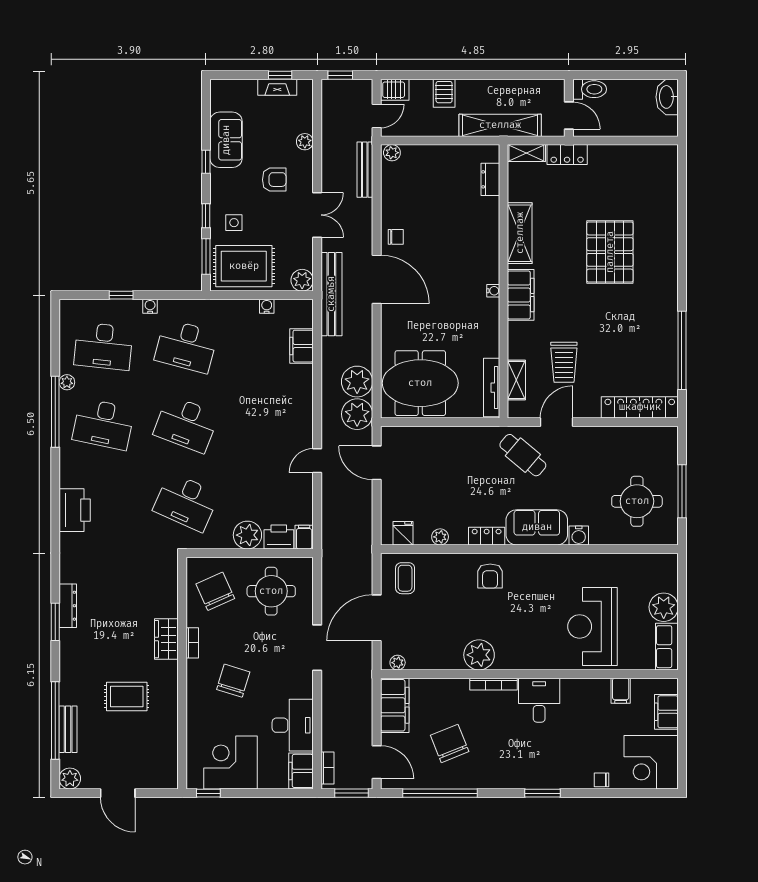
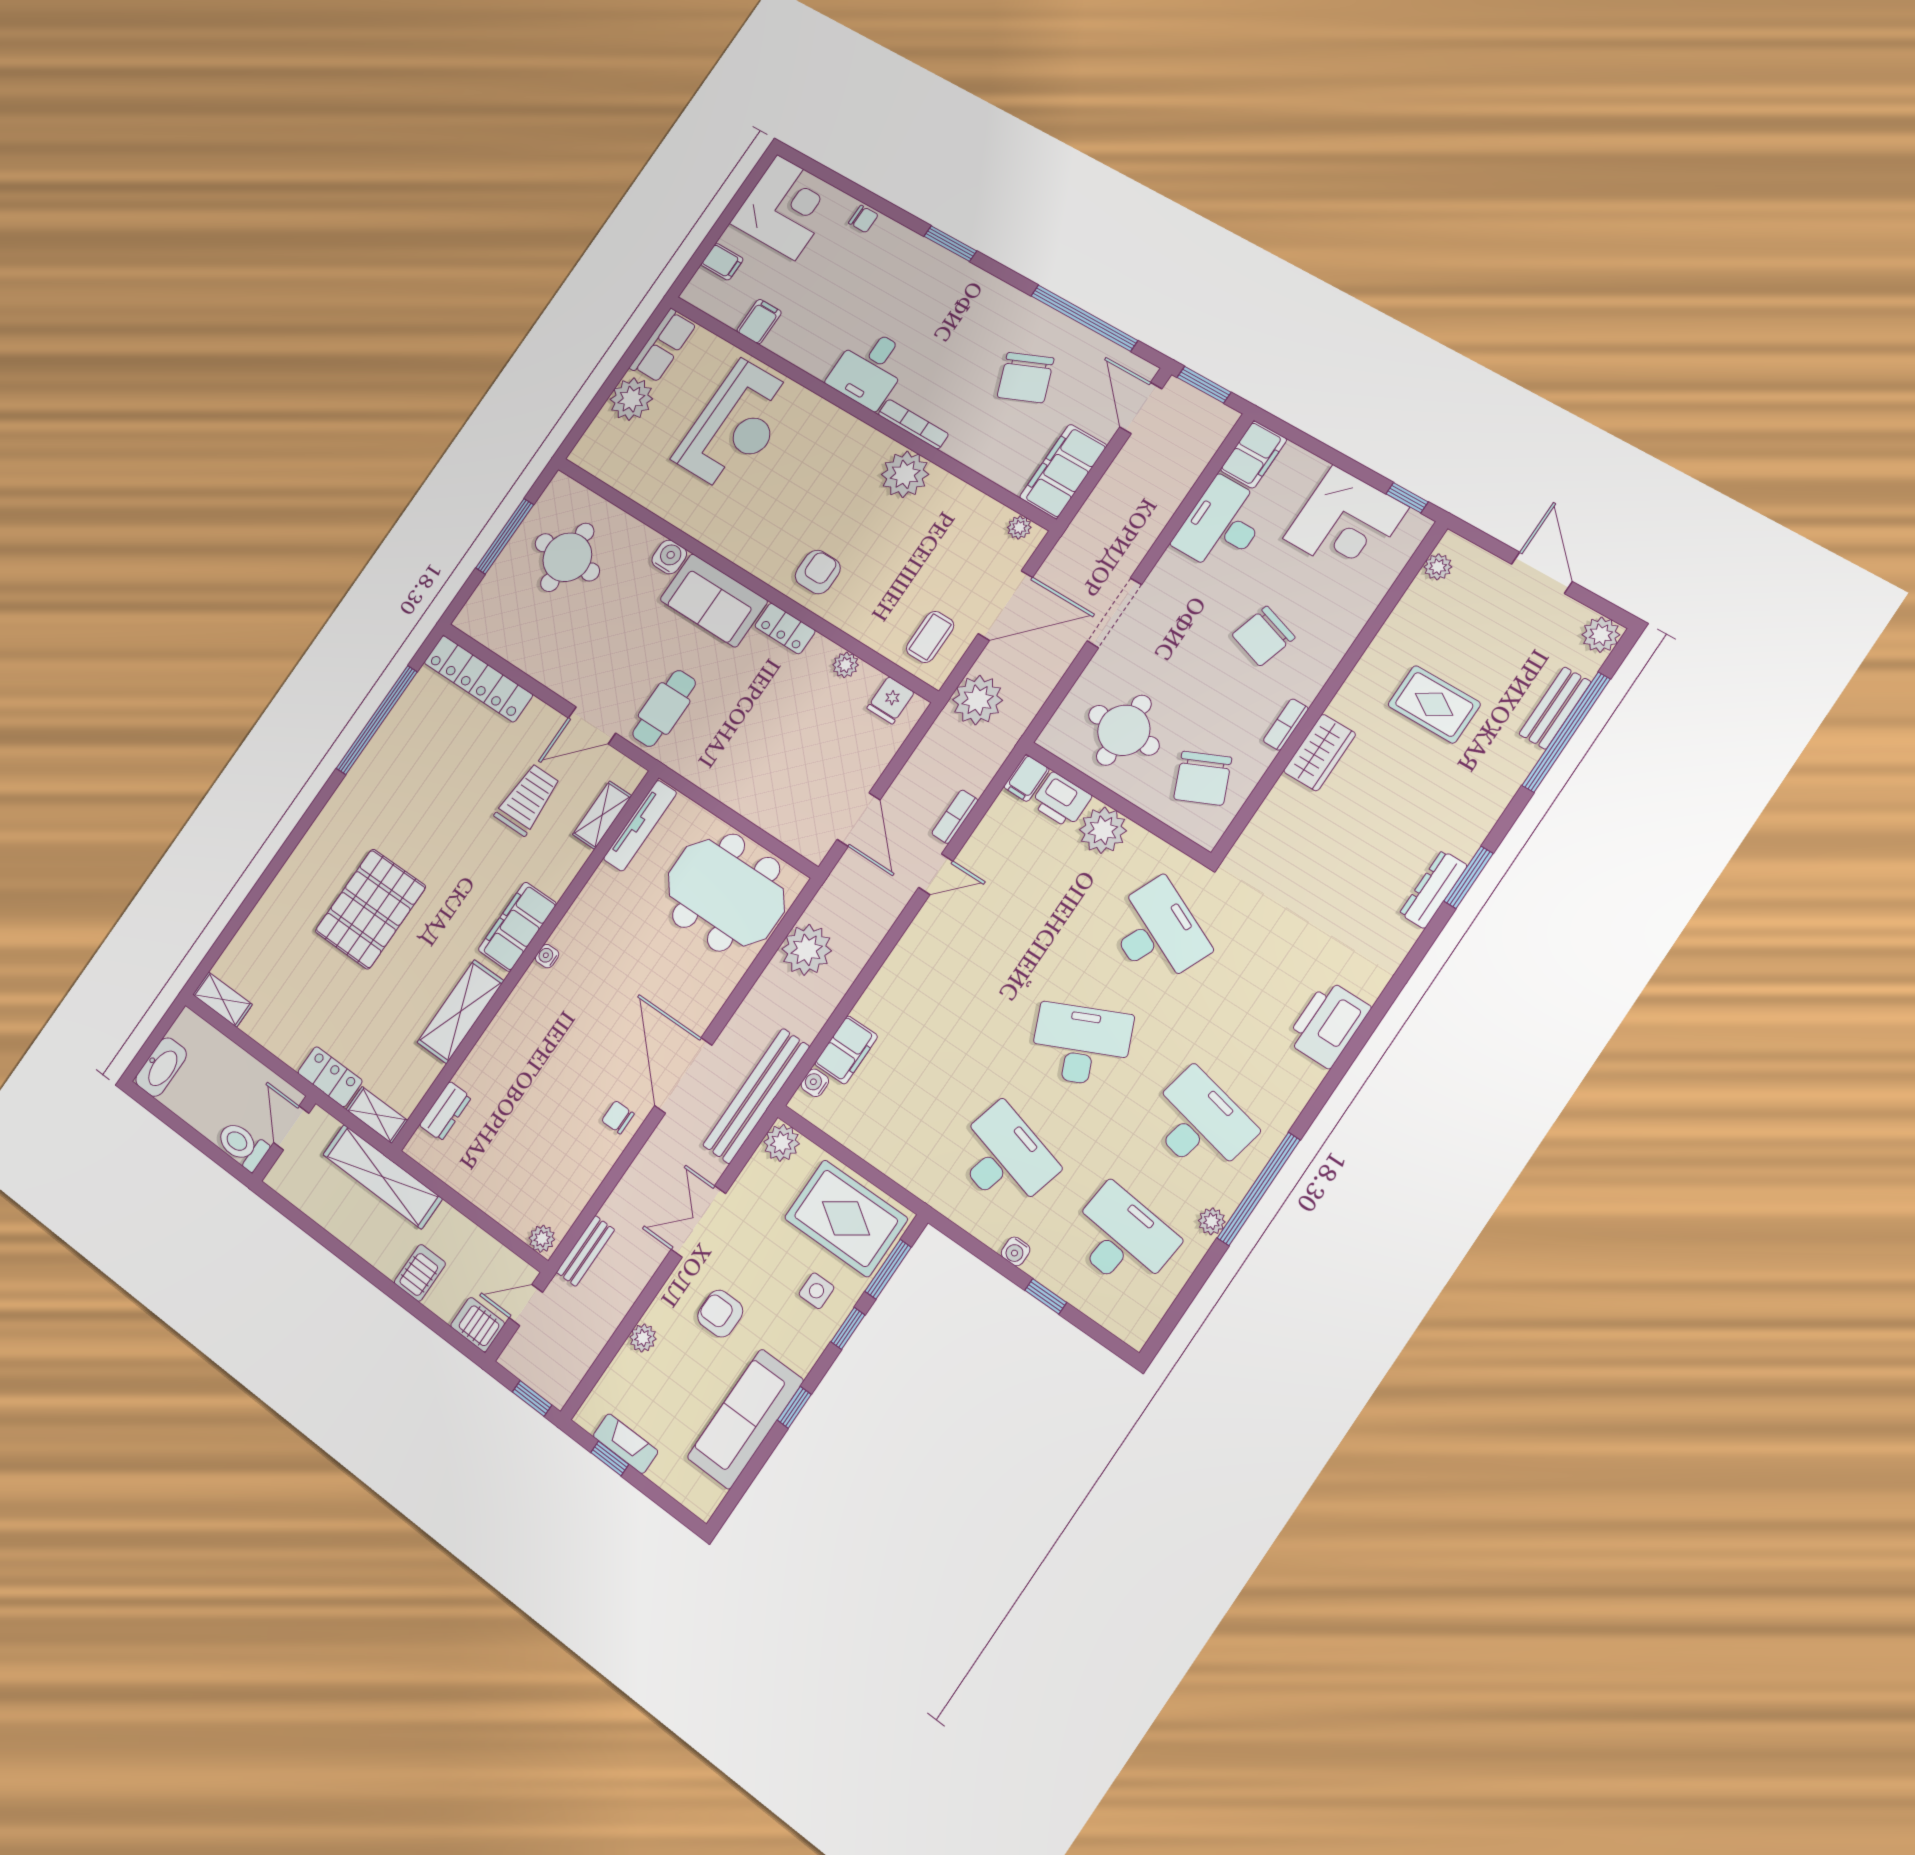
sofa: (226, 140) -> (745, 1419), width x1.36
shelving: (659, 153) -> (222, 999), added
bench: (365, 170) -> (585, 1251), width x0.73
water cooler: (267, 306) -> (815, 1083), moved, turned 90
plant: (357, 414) -> (978, 700), moved
desk: (186, 424) -> (1081, 1045), turned -45
cafe table: (523, 455) -> (664, 708), turned 50
filing cabinet: (666, 712) -> (722, 262), width x0.50
plant: (170, 767) -> (1438, 567), added
bookcase: (327, 768) -> (955, 817), moved

